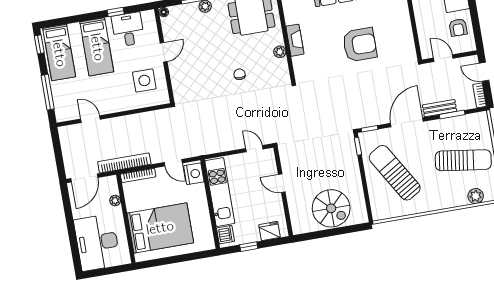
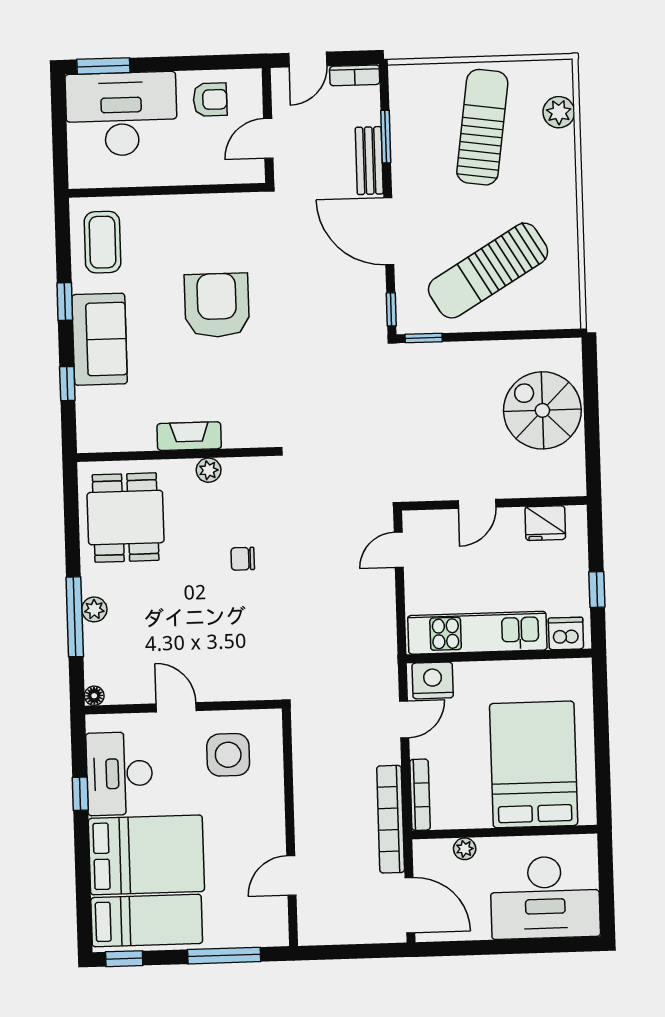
desk: (128, 29) -> (119, 774), width x1.37
bed: (97, 47) -> (146, 855), width x1.50
spiral stairs: (331, 208) -> (542, 410), turned -90
fridge: (269, 231) -> (545, 523), moved, turned -90

